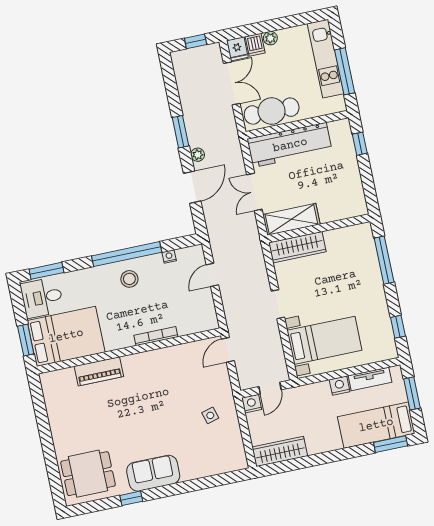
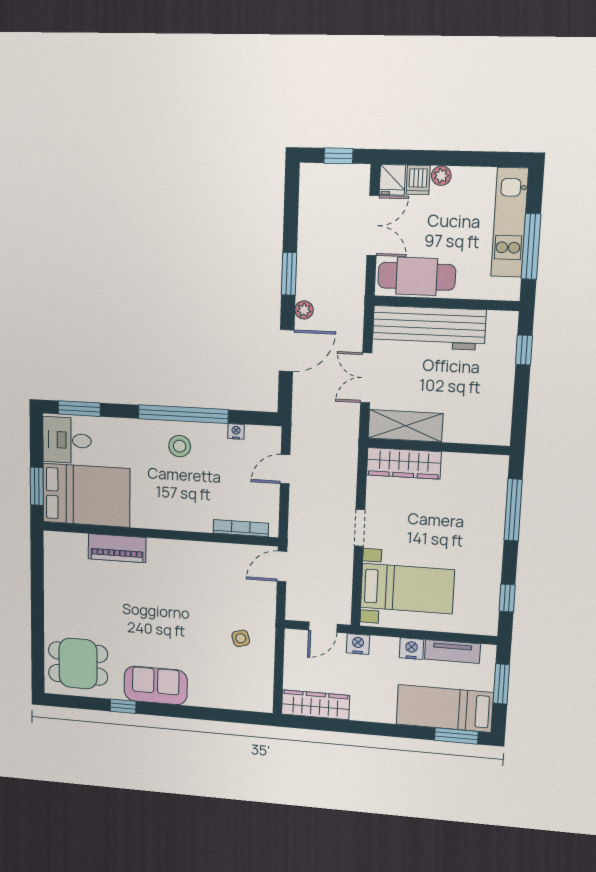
bookcase: (156, 336) -> (241, 528), moved
nightstand: (252, 404) -> (358, 644), moved

